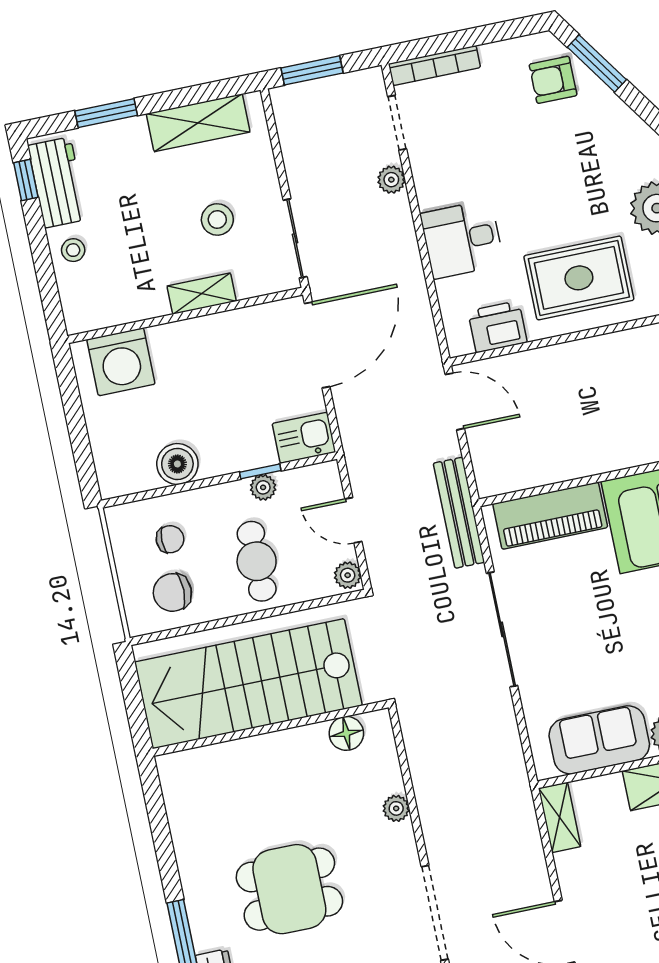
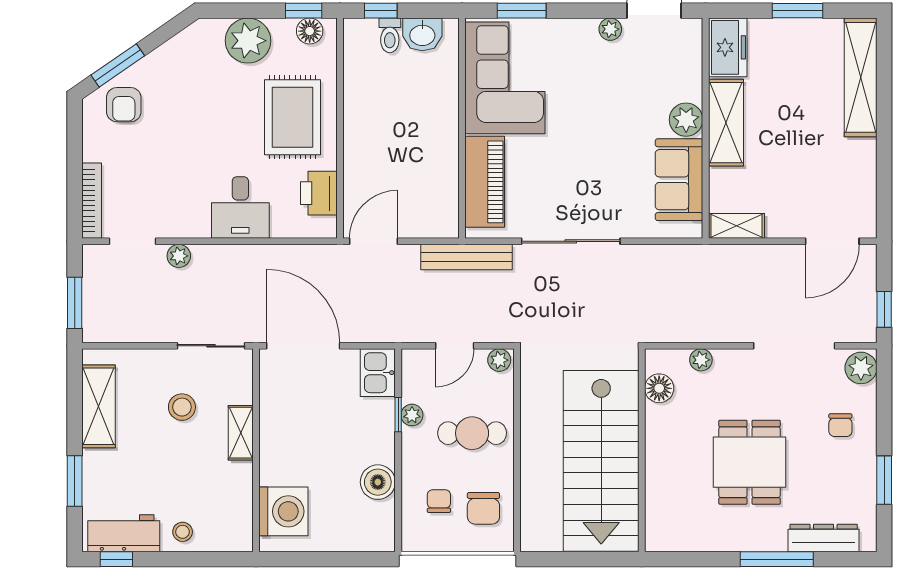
stairs: (248, 684) -> (601, 461), moved
wall: (271, 728) -> (642, 450), moved
floor lamp: (346, 733) -> (659, 388), moved

